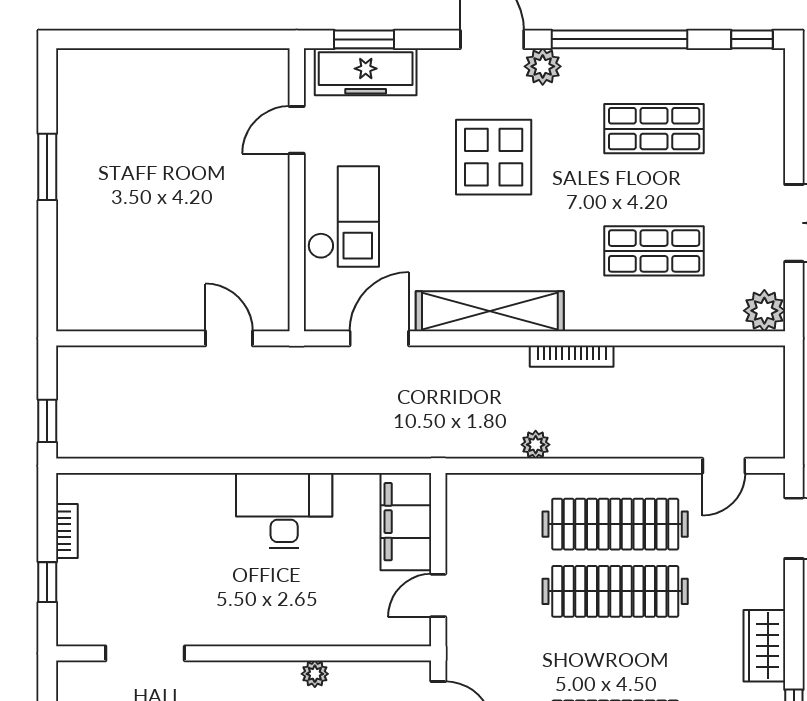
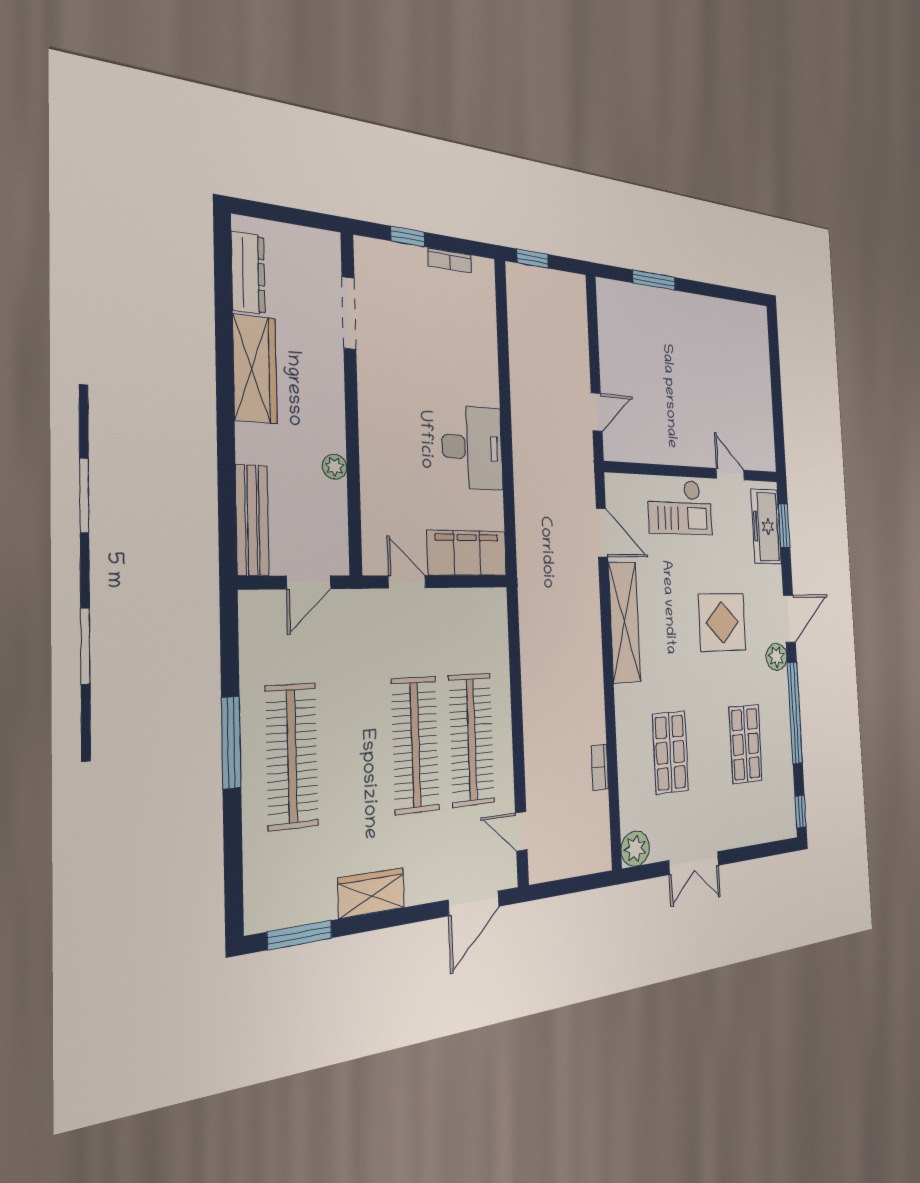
window: (47, 167) -> (654, 280), moved
bookcase: (572, 356) -> (600, 767), moved, width x0.64
plant: (536, 445) -> (531, 665), removed

